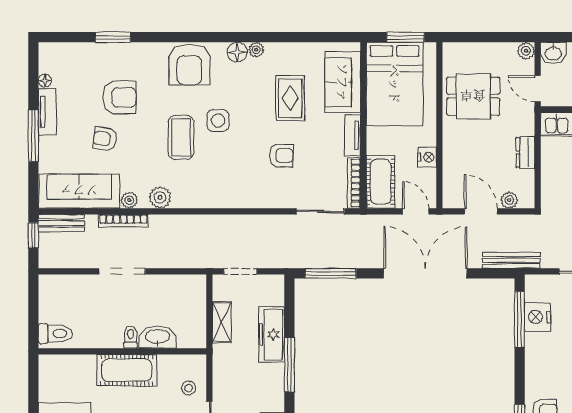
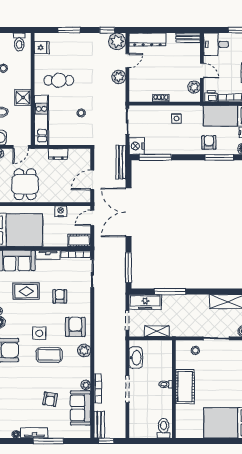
armchair: (119, 97) -> (75, 327), moved
cot: (381, 182) -> (79, 240), width x0.73, depth x0.75
sofa: (79, 191) -> (81, 408), width x0.73
plant: (160, 197) -> (84, 350), moved
plant: (509, 200) -> (86, 163), removed
nightstand: (537, 317) -> (137, 146), moved, turned 90
freezer: (272, 335) -> (145, 302), moved
washbasin: (158, 337) -> (136, 358), moved, turned 180
window: (289, 365) -> (170, 292), moved

